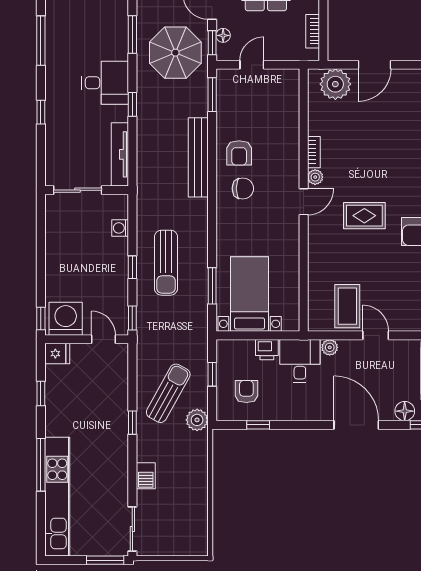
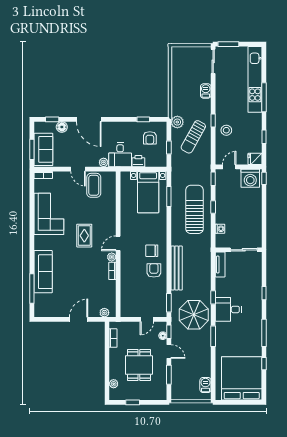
parasol: (175, 53) -> (194, 315), moved
plant: (335, 84) -> (104, 313), width x0.53, depth x0.53
tv unit: (120, 154) -> (220, 265), width x0.71
rug: (364, 216) -> (84, 236), turned 90
sun lounger: (166, 263) -> (195, 209), width x1.36, depth x1.34
door: (104, 339) -> (229, 167), swing flipped
stool: (109, 405) -> (226, 130), added

